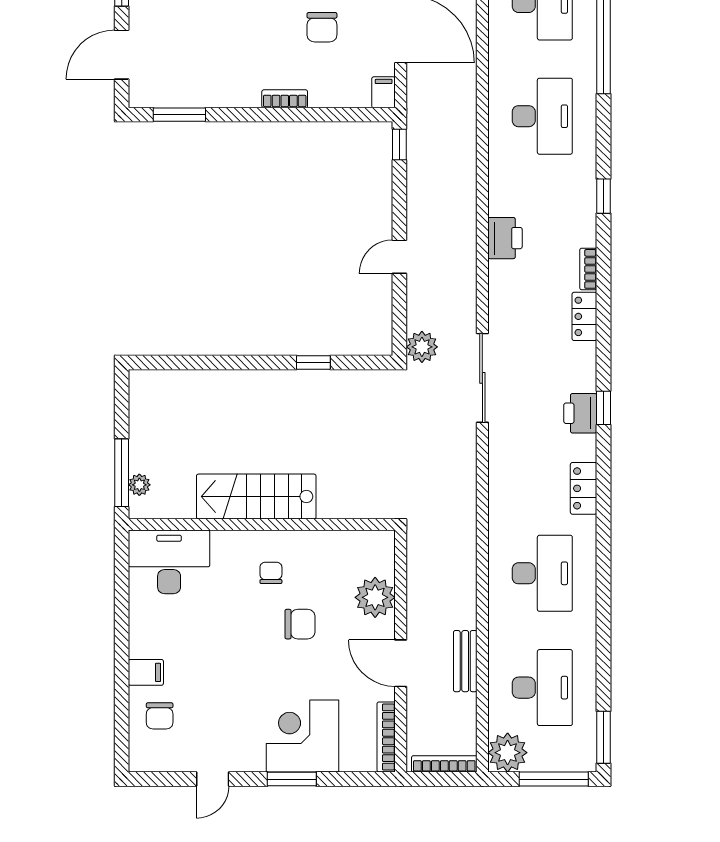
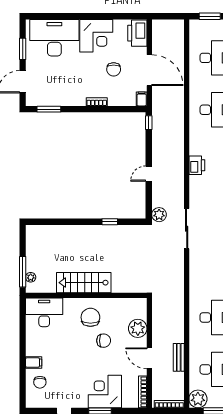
chair: (271, 573) -> (90, 317), width x1.87, depth x1.87

